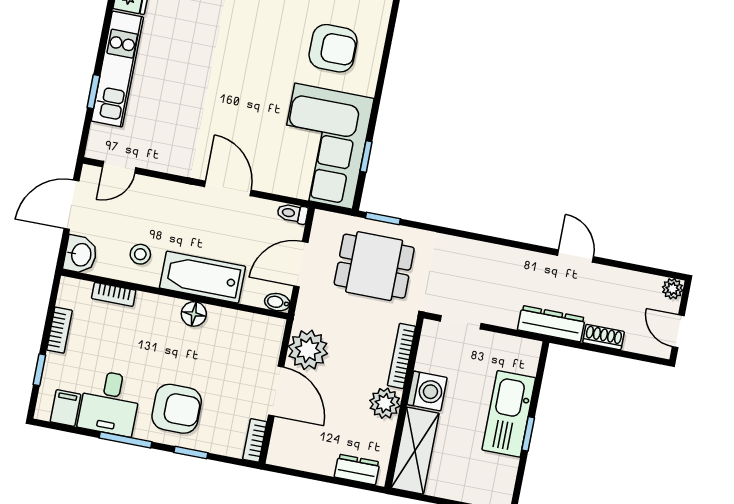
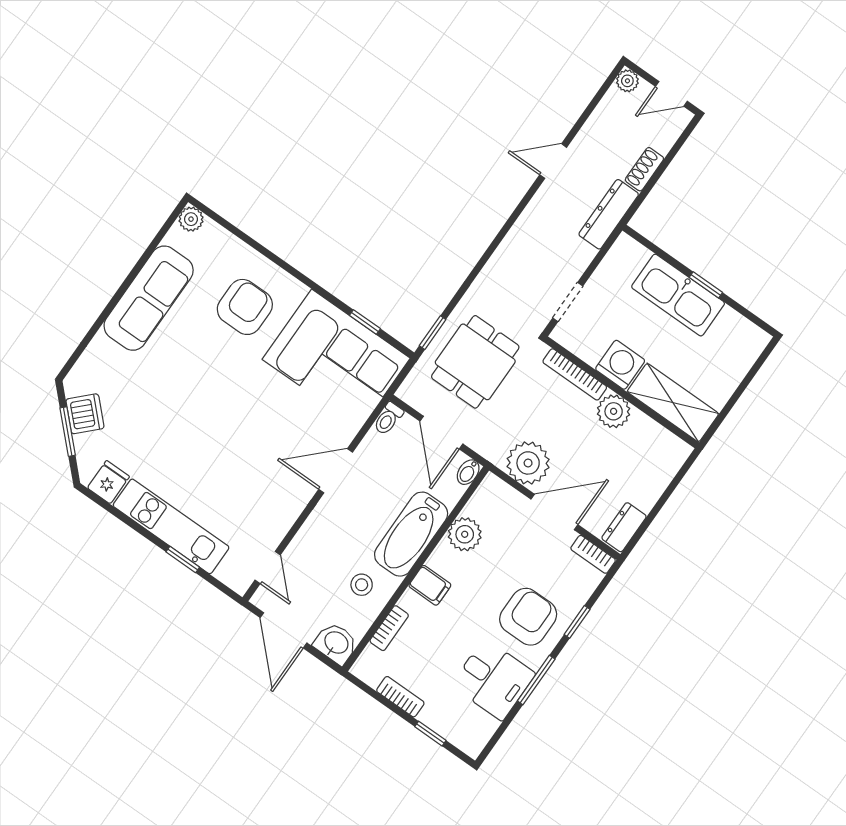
floor lamp: (194, 314) -> (443, 559), removed
plant: (223, 323) -> (465, 534), added
filing cabinet: (65, 408) -> (430, 585), moved, turned 180
dresser: (357, 470) -> (624, 527), moved

